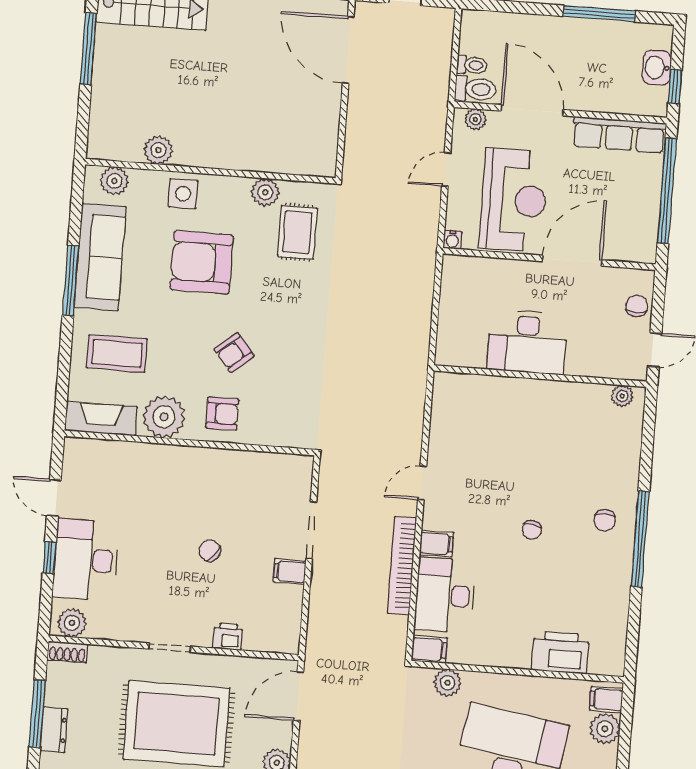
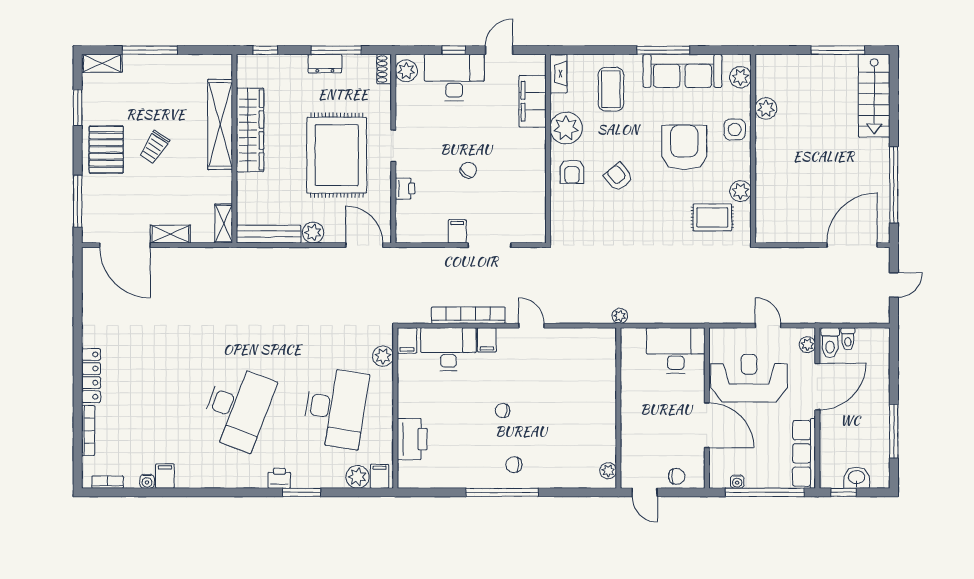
reception desk: (514, 200) -> (749, 378), turned 180
water cooler: (452, 240) -> (737, 482), moved, turned -90
desk: (527, 342) -> (676, 350), moved, turned 90
plant: (418, 365) -> (620, 316), added
fireplace: (101, 419) -> (558, 74), width x0.73, depth x0.76
filing cabinet: (125, 459) -> (533, 101), added

